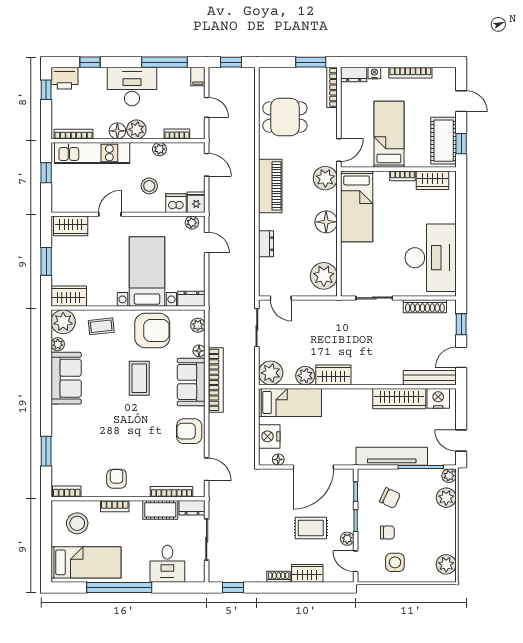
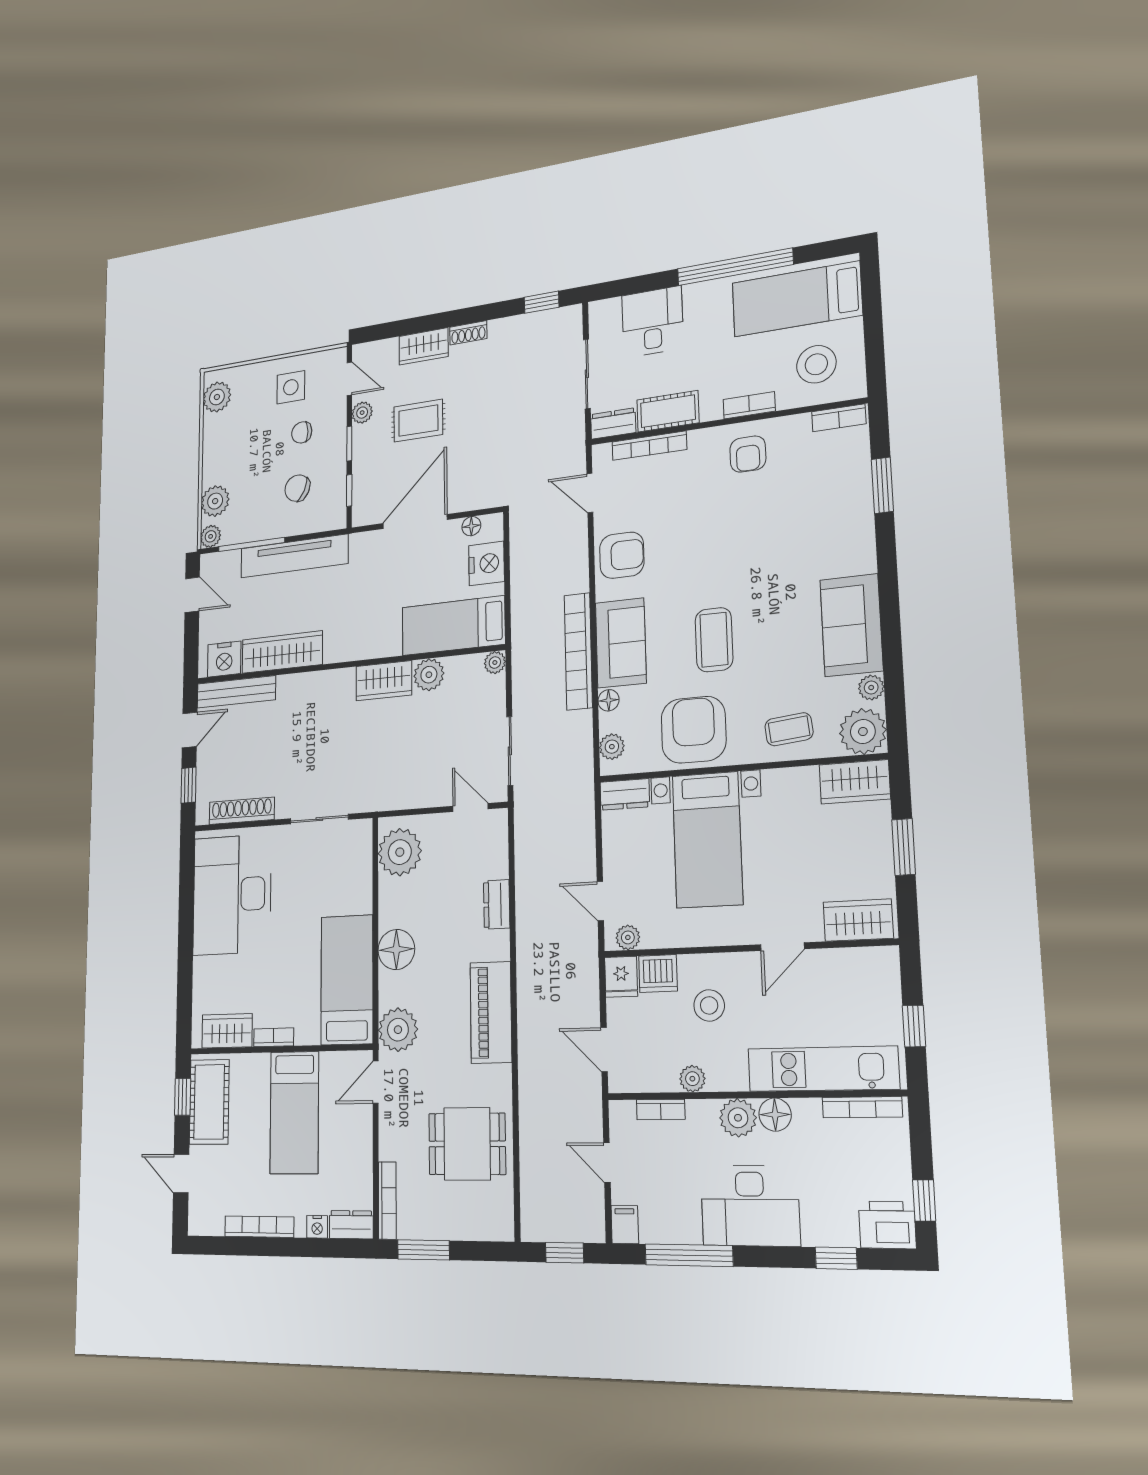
armchair: (152, 330) -> (694, 730), turned 90
plant: (271, 373) -> (495, 663), width x0.53, depth x0.53

